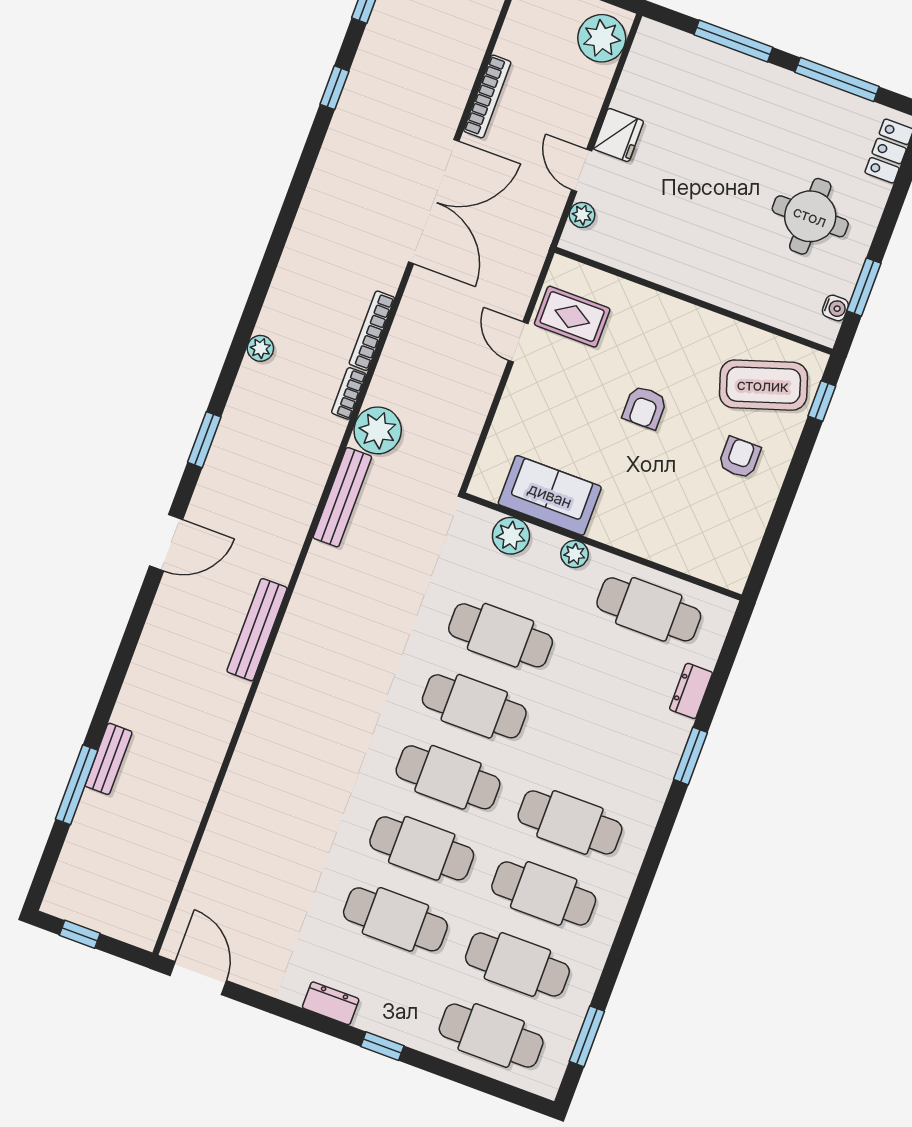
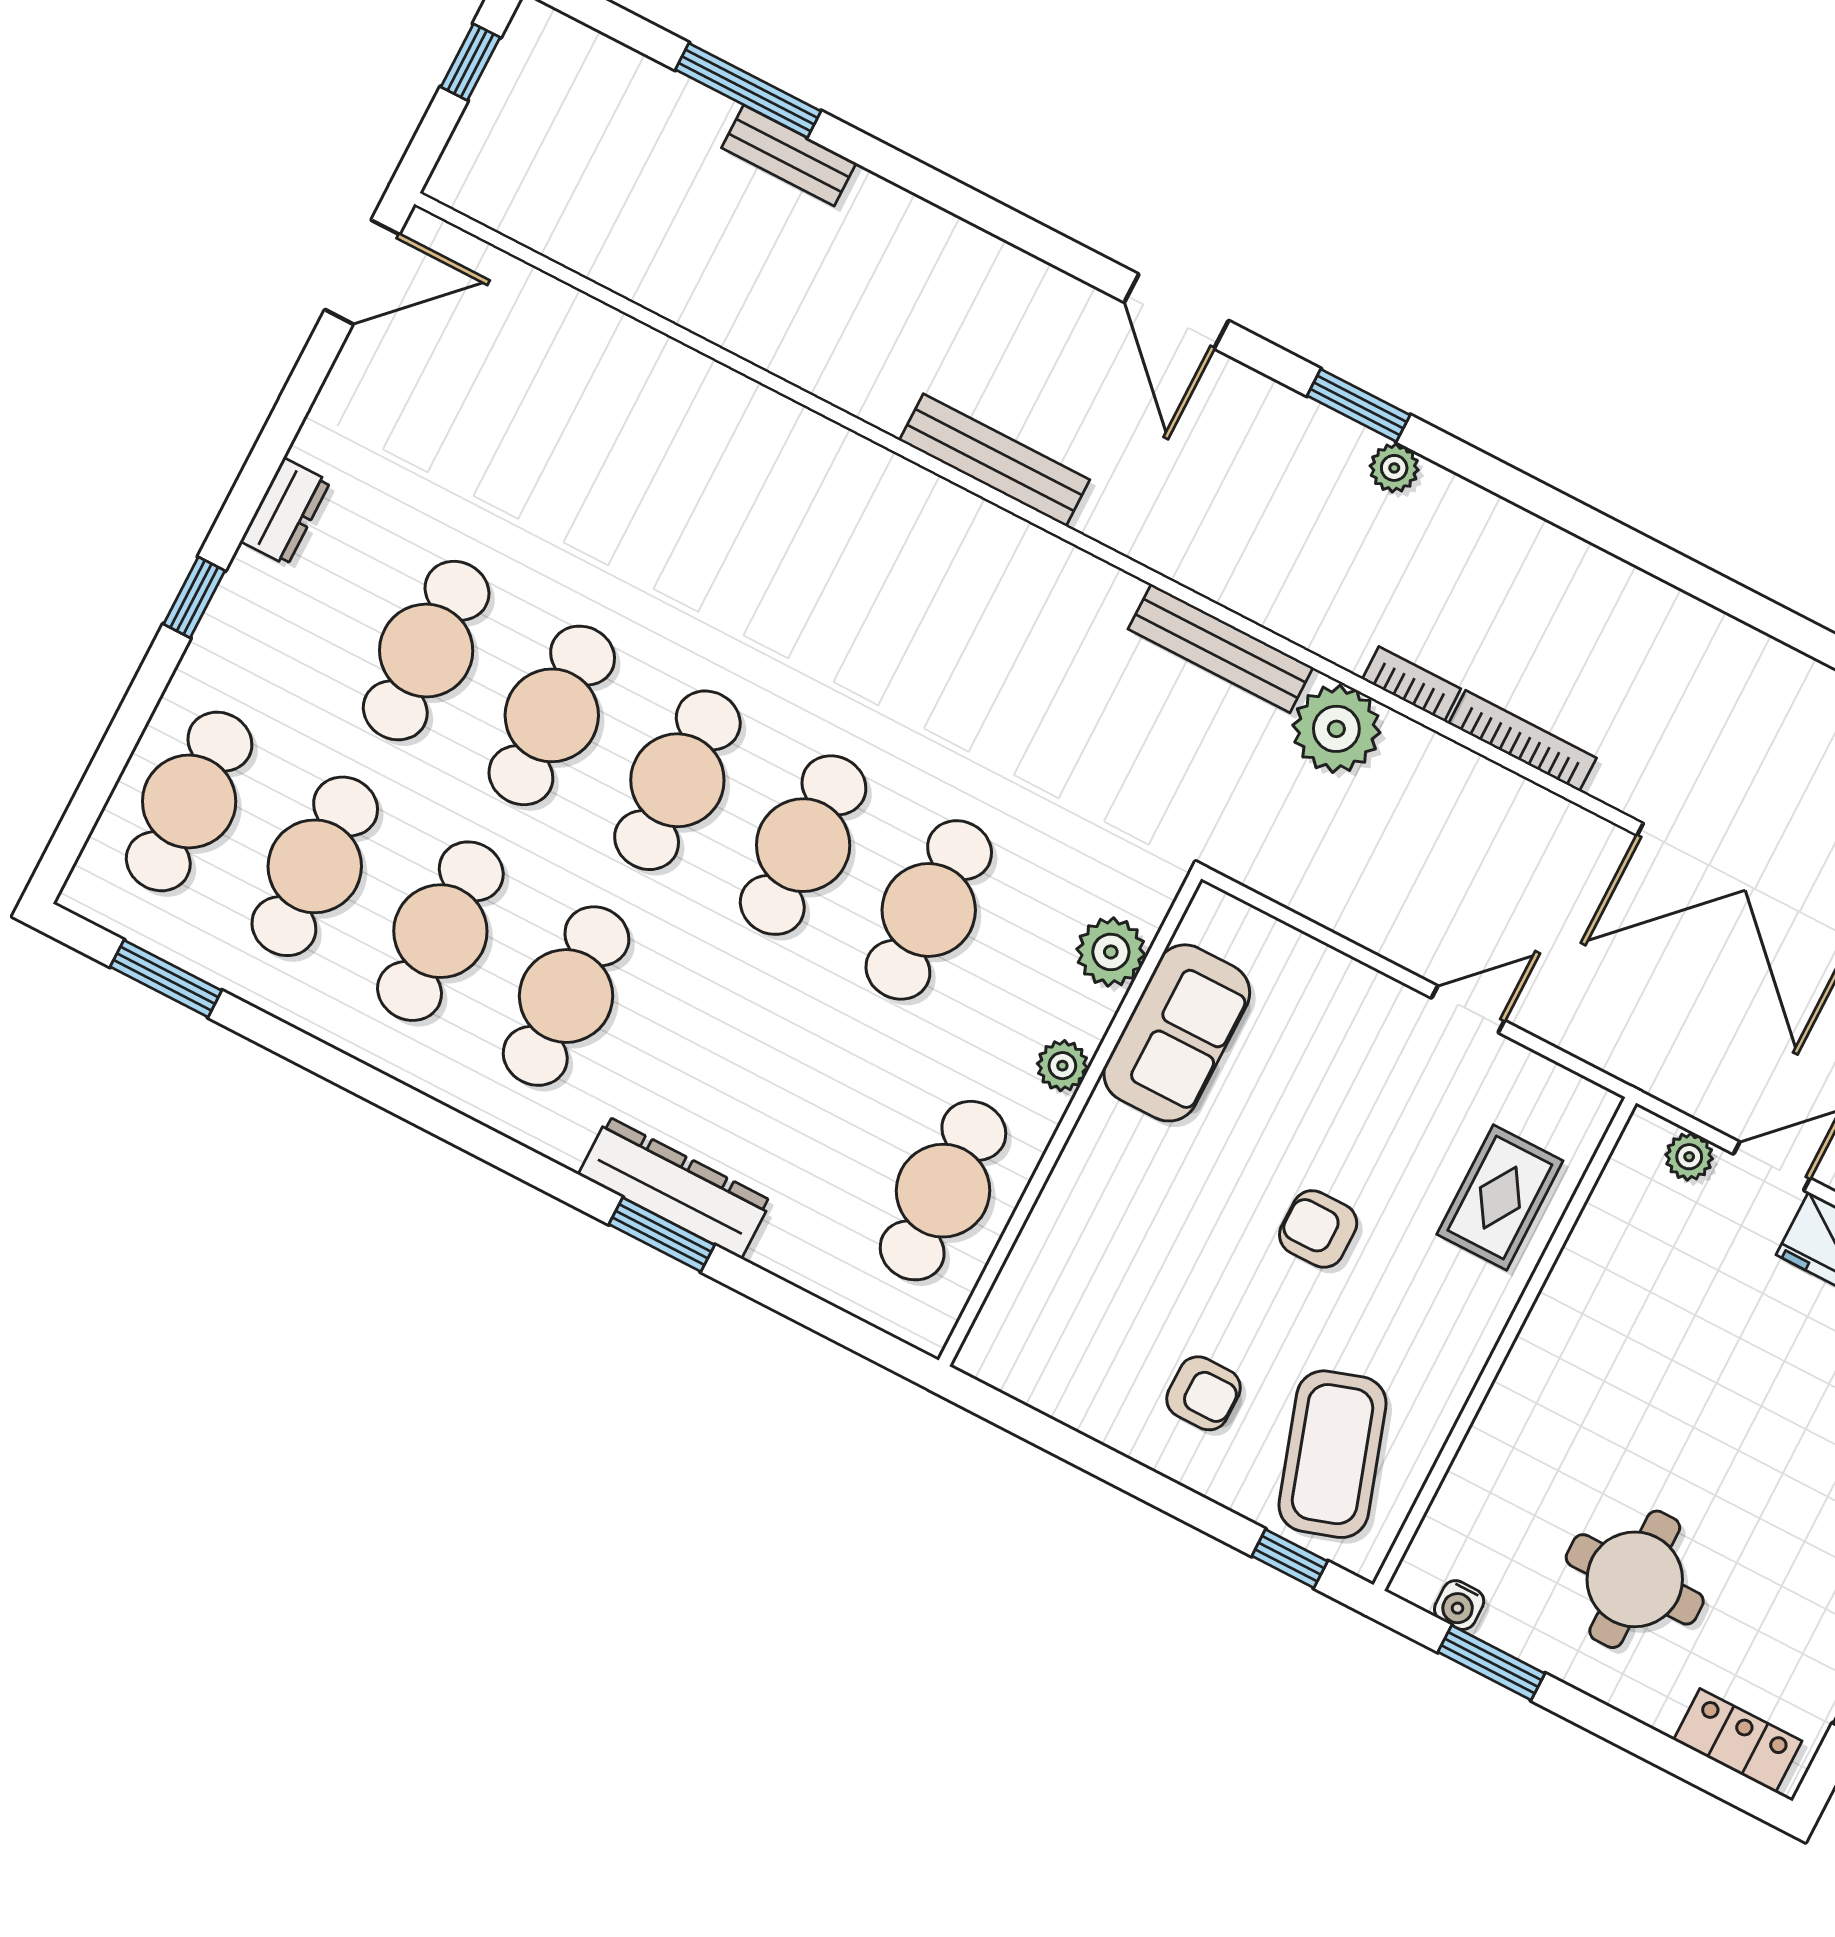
rug: (572, 317) -> (1500, 1198), moved
plant: (260, 348) -> (1394, 468), moved
dresser: (691, 691) -> (675, 1188), moved, width x1.96, depth x1.24

